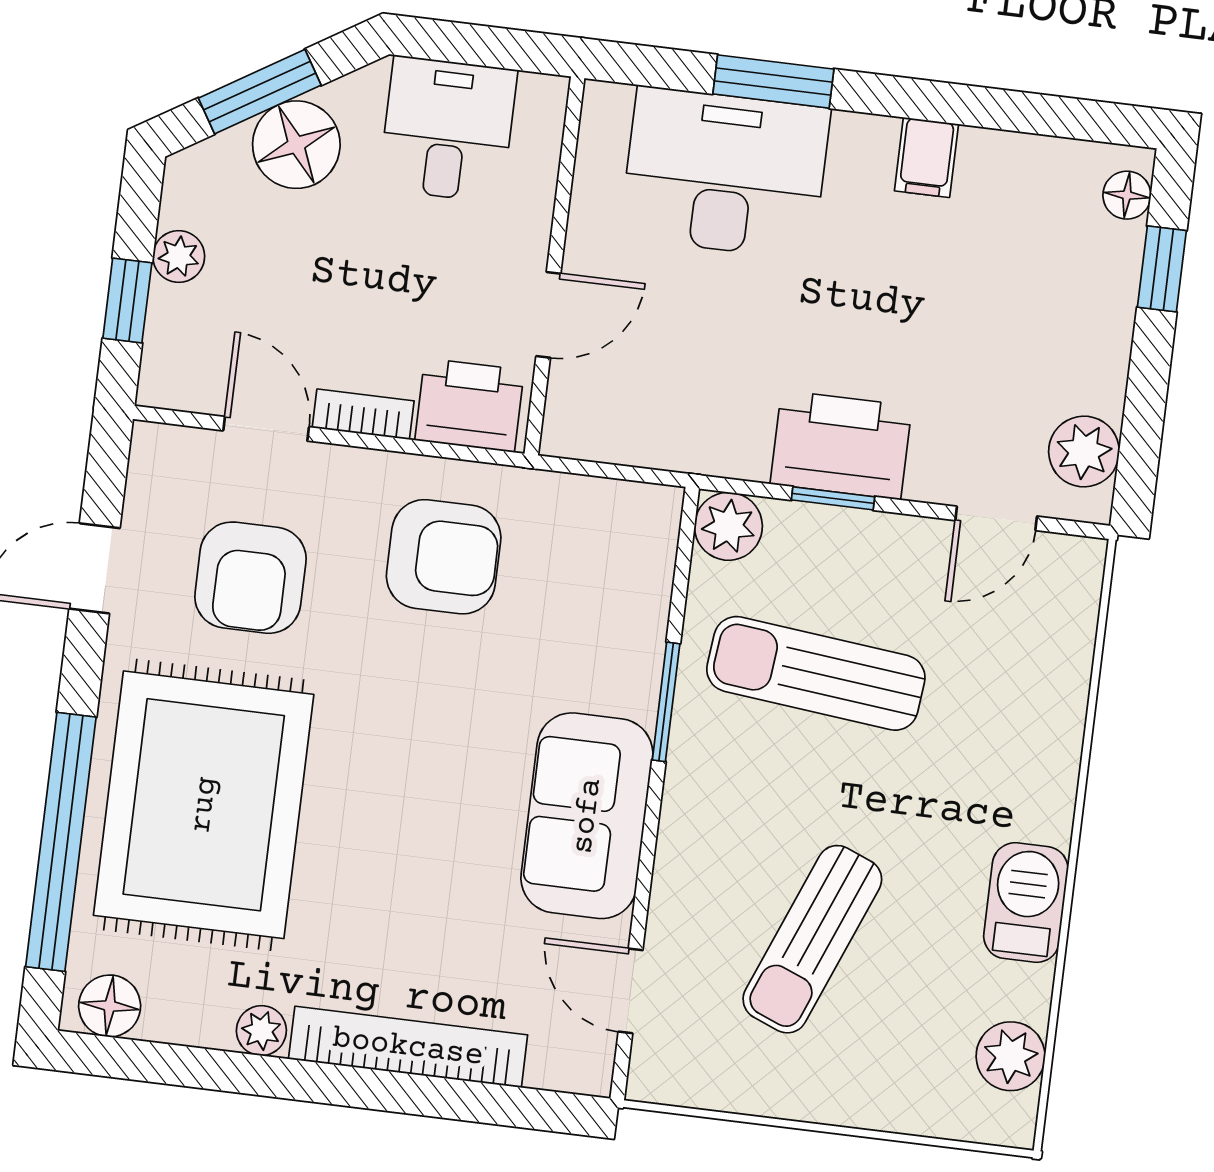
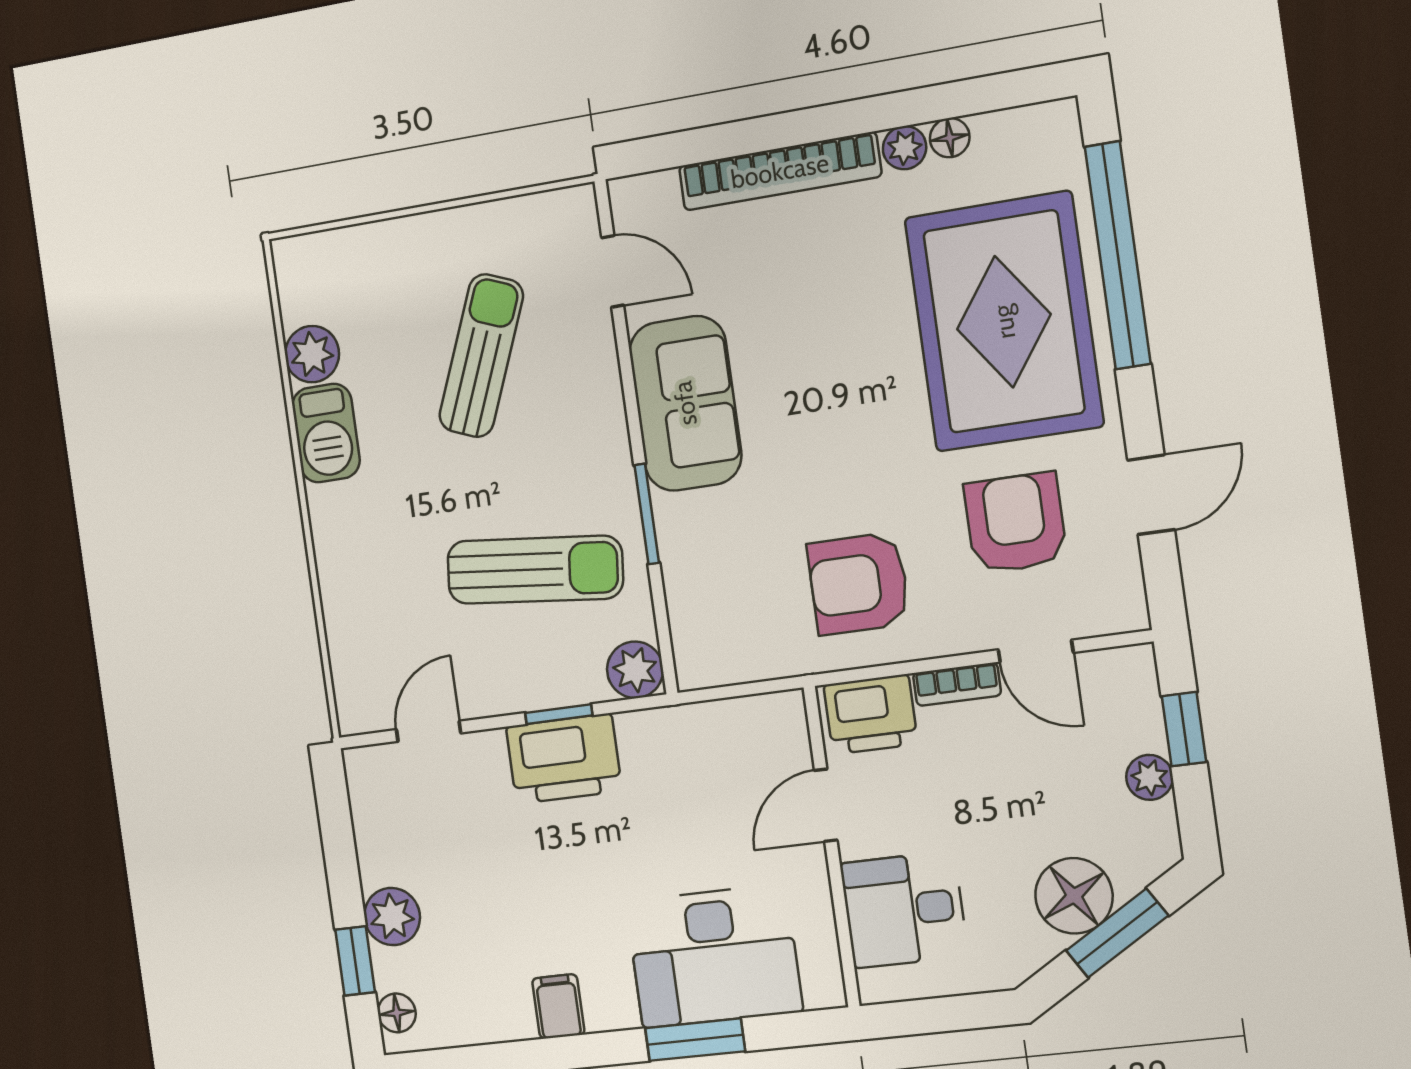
desk: (448, 129) -> (904, 910), moved, turned 90
plant: (1084, 452) -> (392, 917), moved
floor lamp: (110, 1006) -> (950, 138), moved, width x0.73, depth x0.73
plant: (1011, 1056) -> (312, 354), moved

